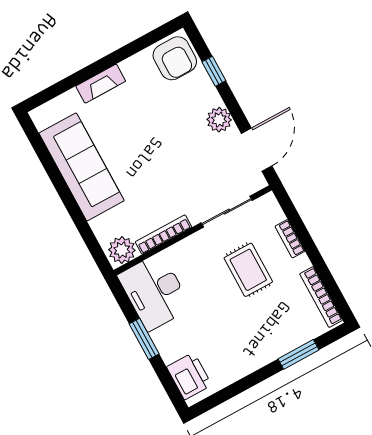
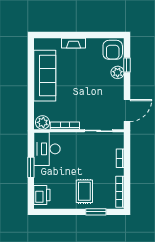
plant: (219, 120) -> (118, 72), moved
rug: (248, 270) -> (84, 191), moved

